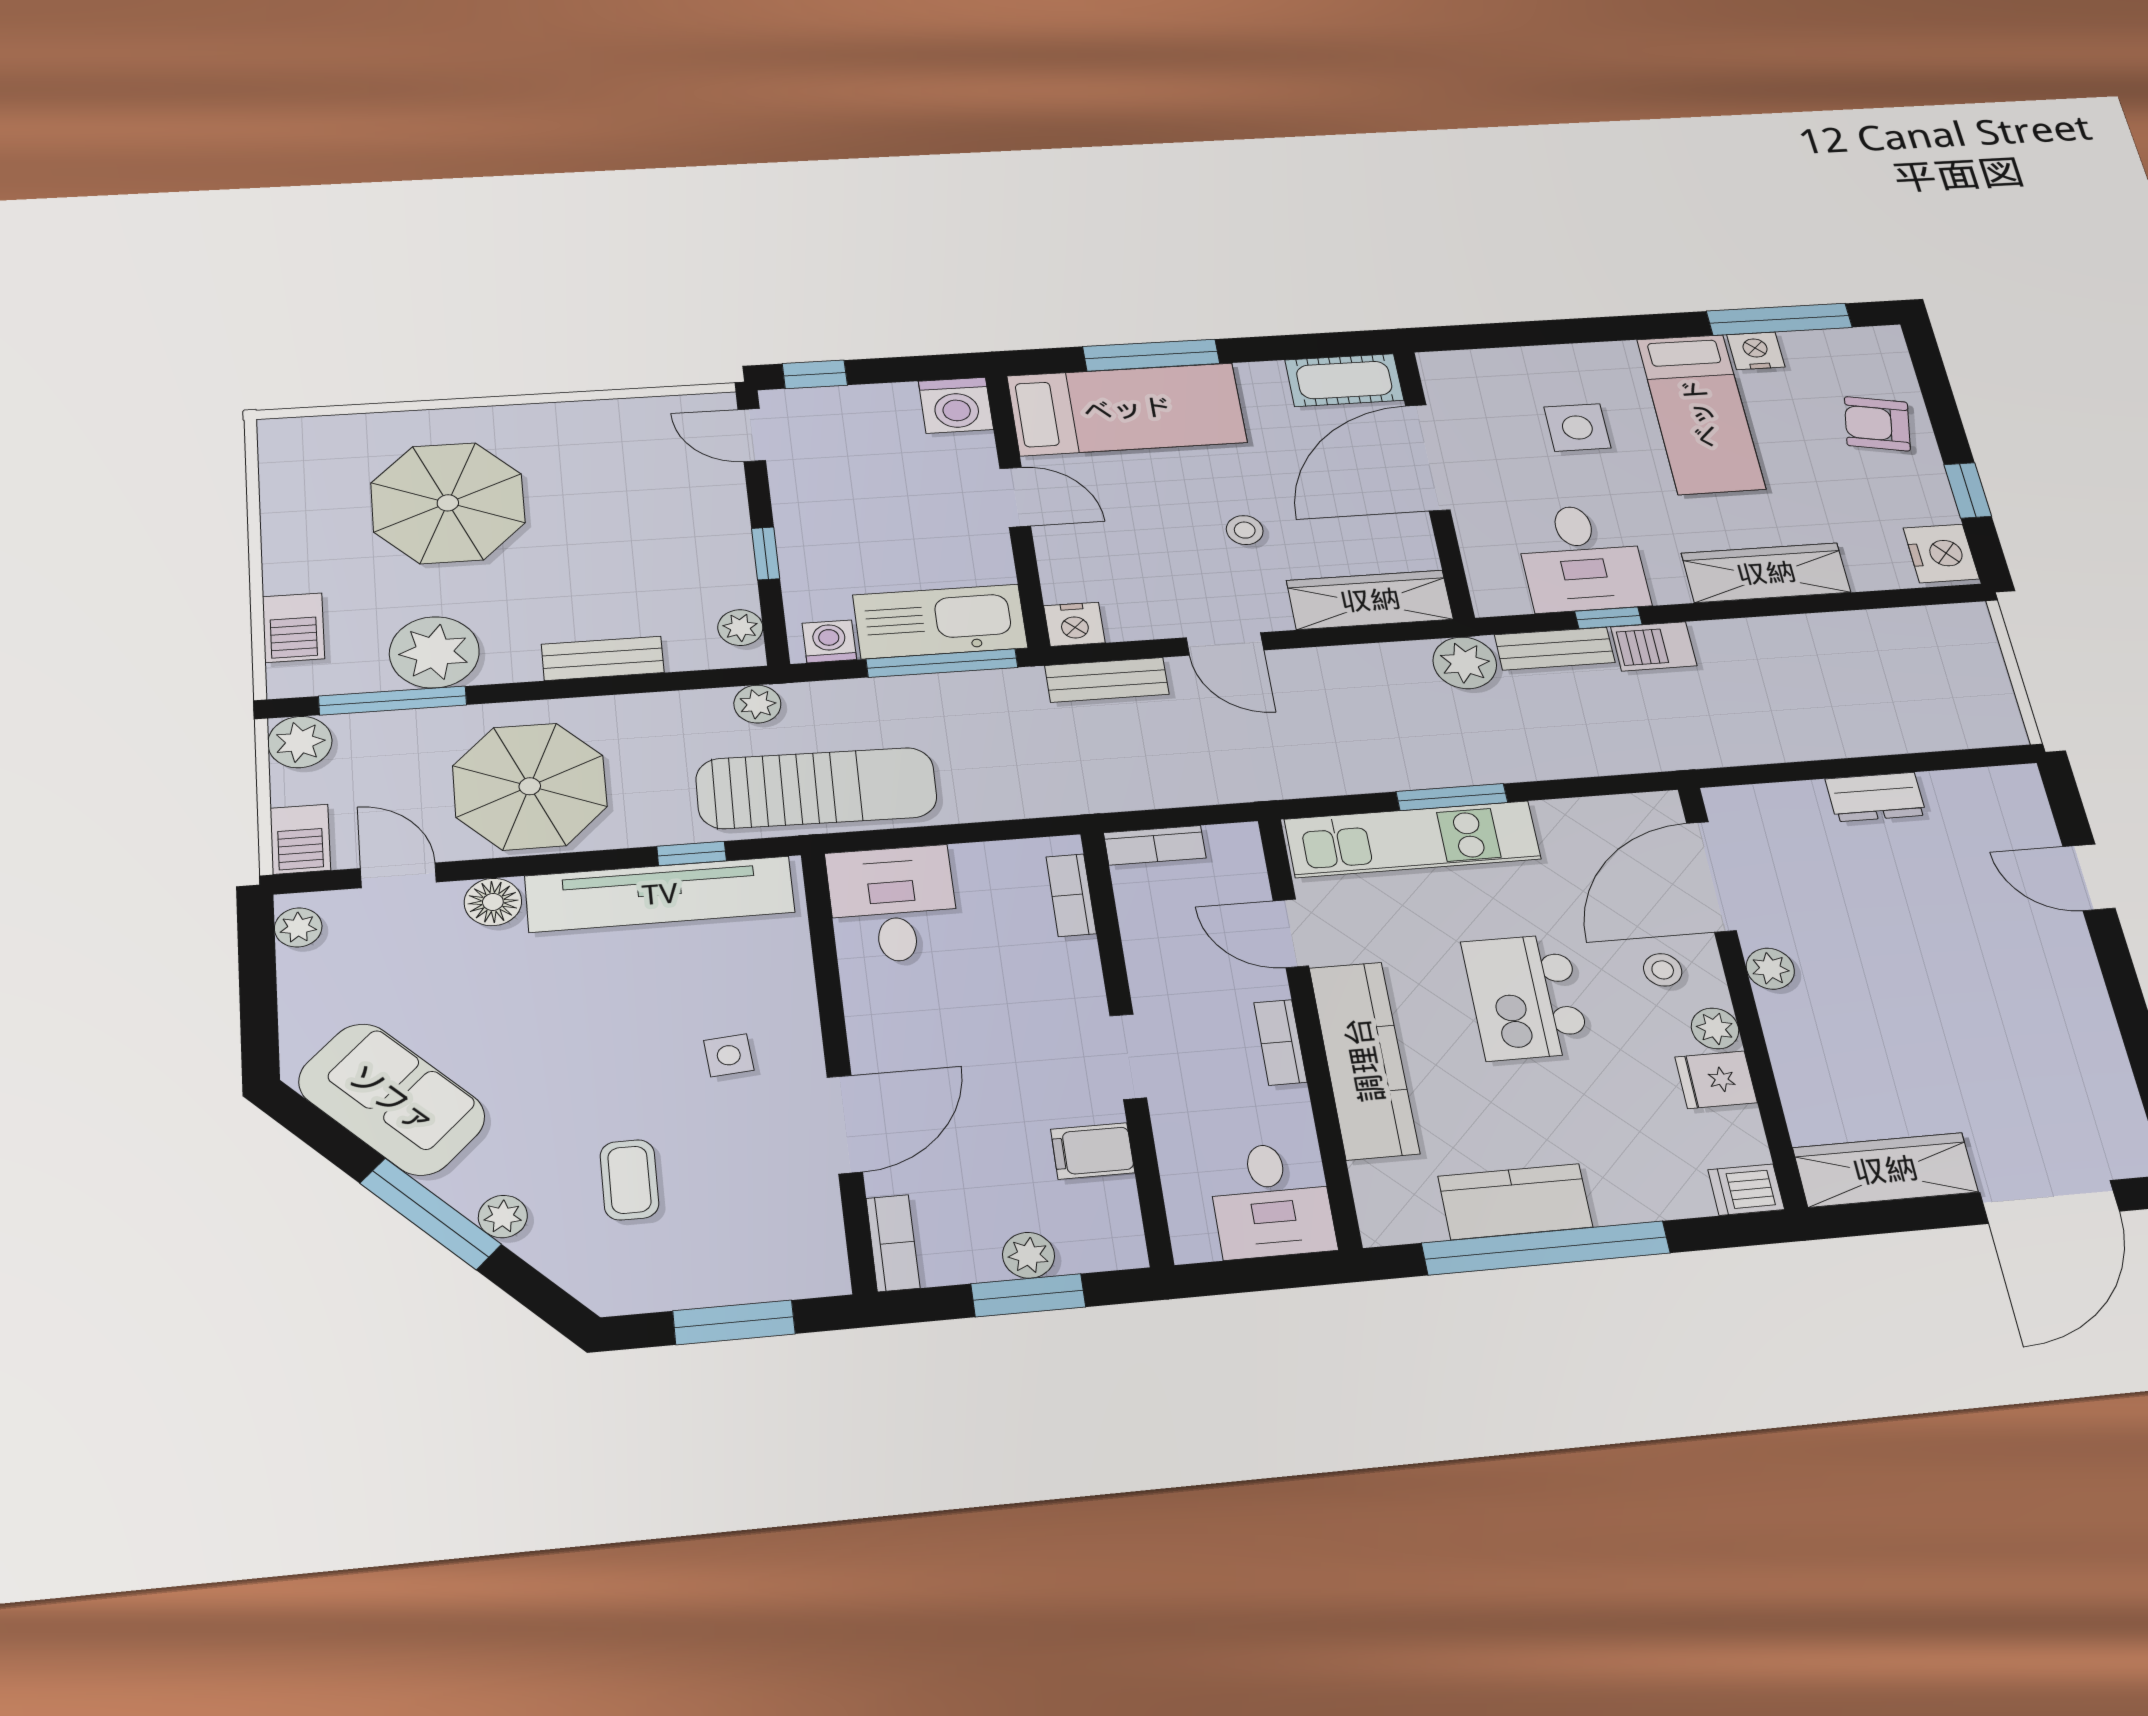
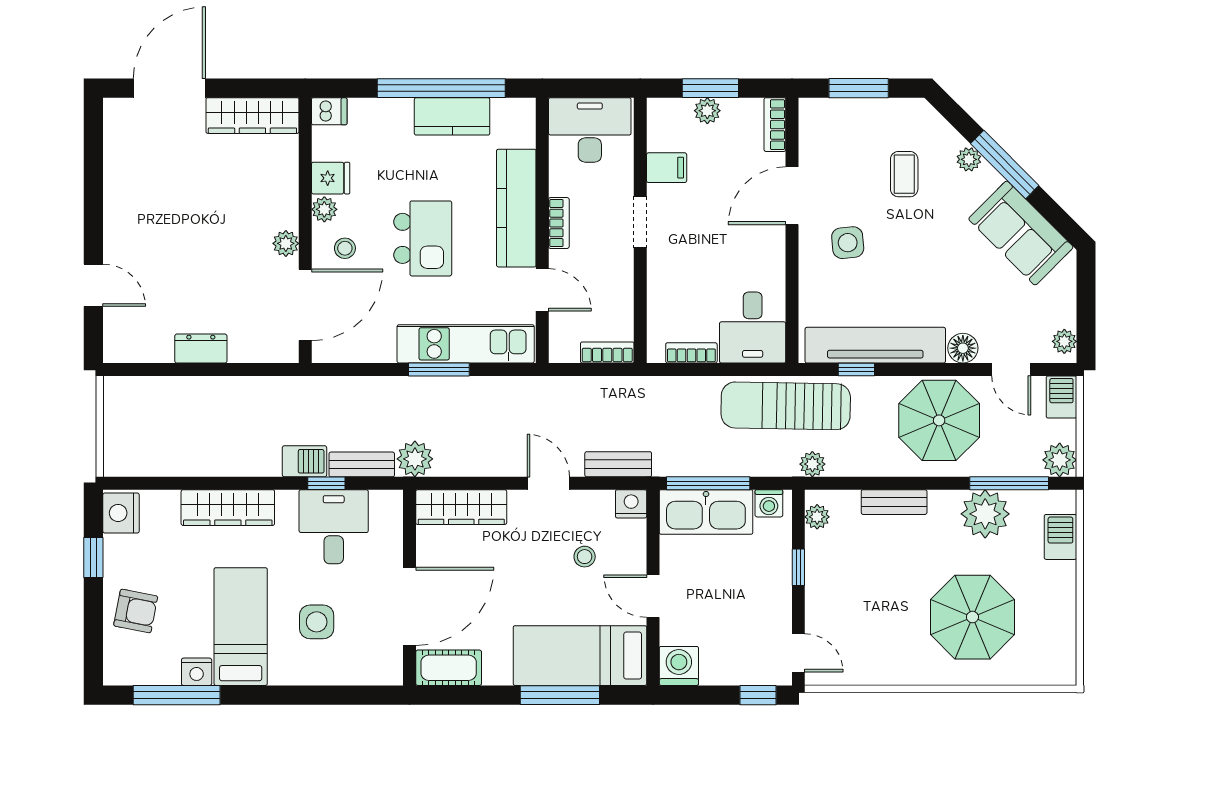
stool: (1245, 530) -> (585, 557), moved
bookcase: (1071, 895) -> (691, 353), moved, turned -90
side table: (729, 1055) -> (848, 243), width x1.37, depth x1.37
desk: (1271, 1200) -> (590, 130), width x1.37

